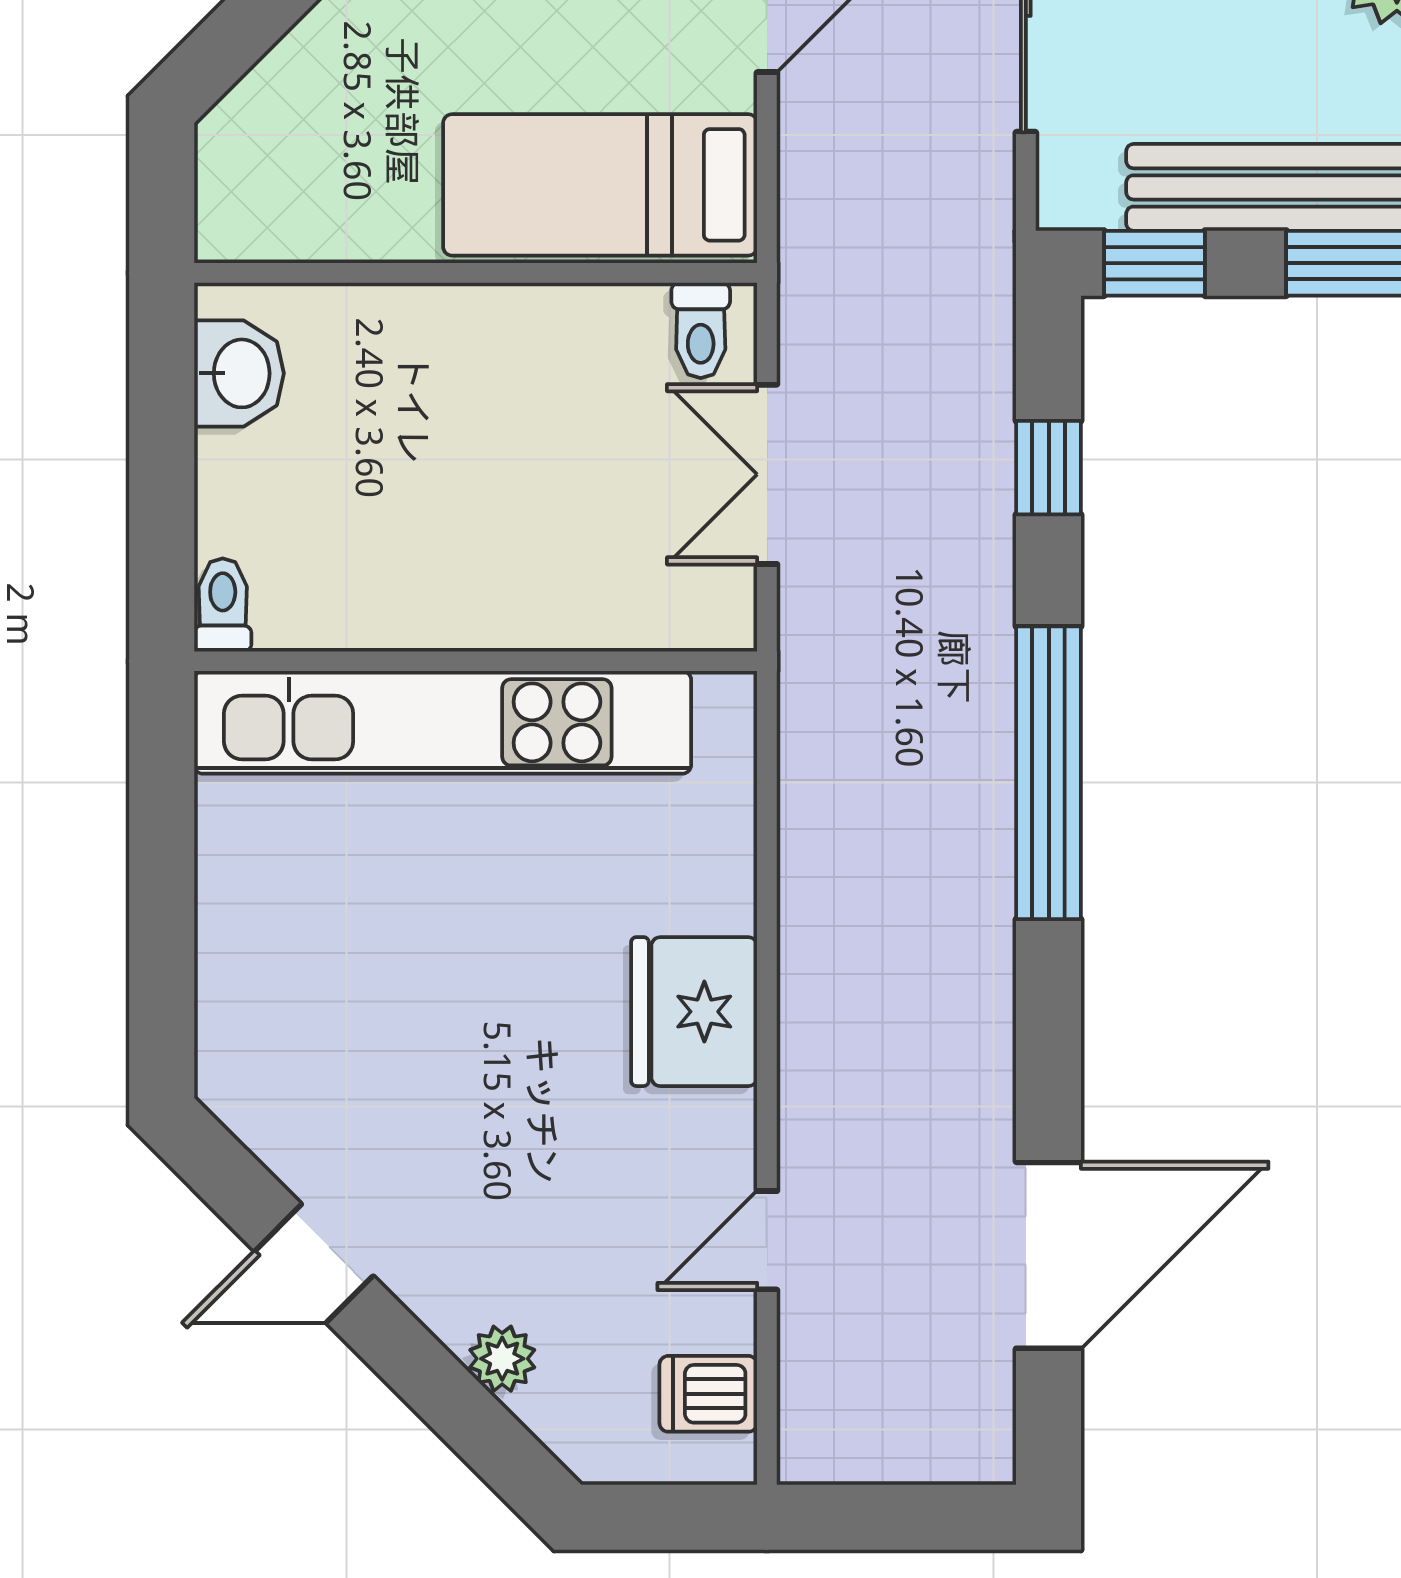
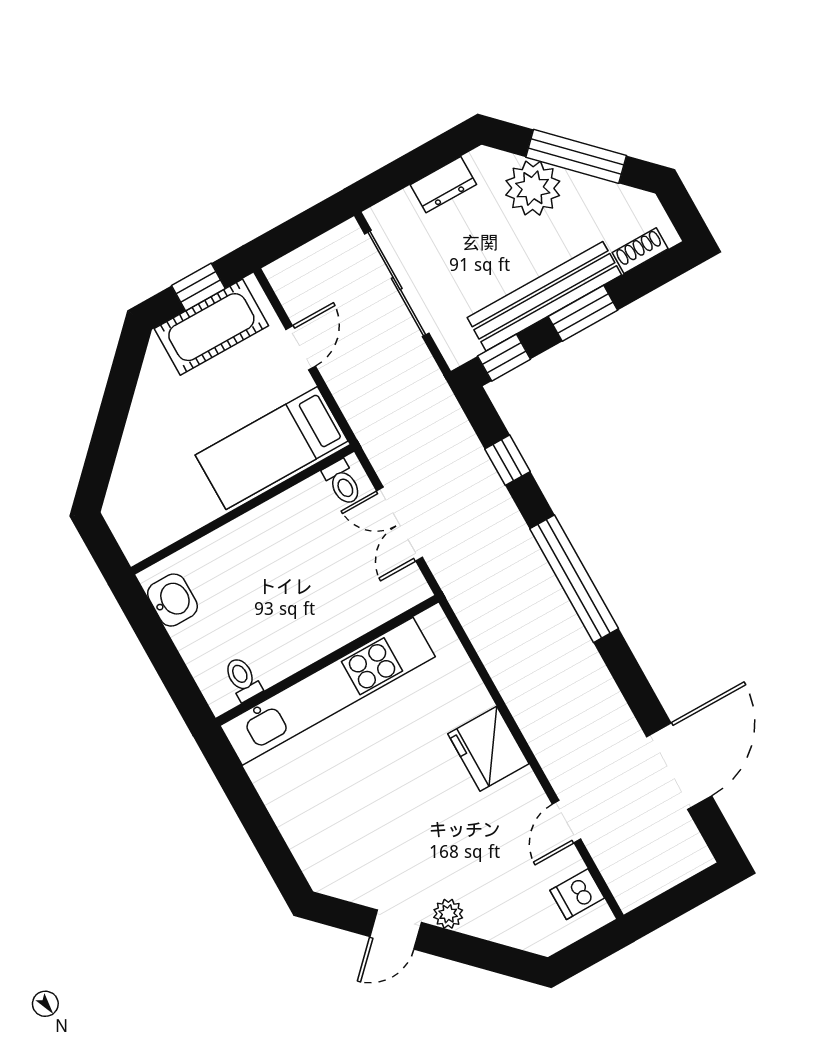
toilet: (223, 605) -> (243, 679), moved
plant: (502, 1359) -> (448, 914), moved

